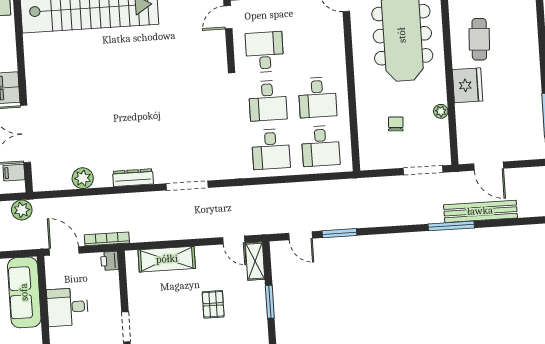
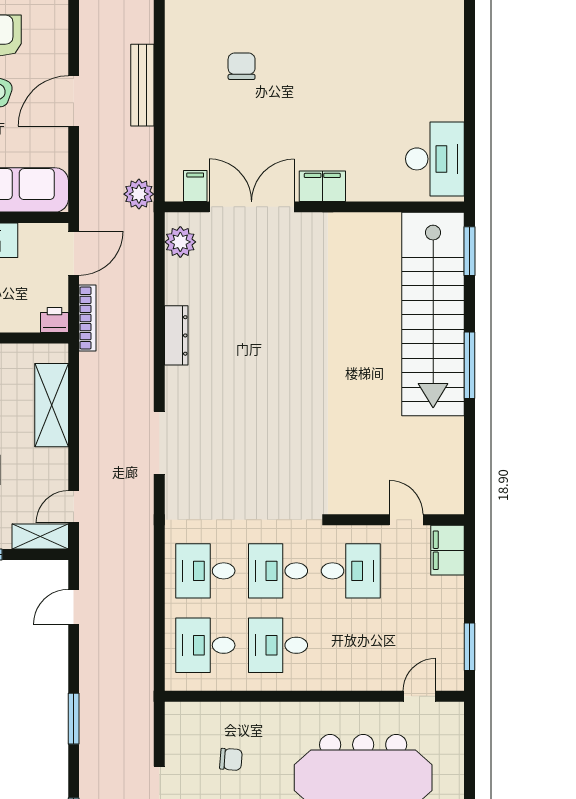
plant: (83, 178) -> (180, 242), moved
dresser: (133, 178) -> (176, 335), moved
window: (339, 233) -> (74, 719), moved

